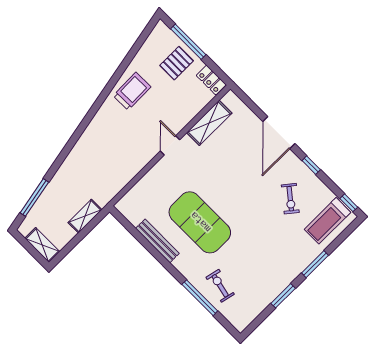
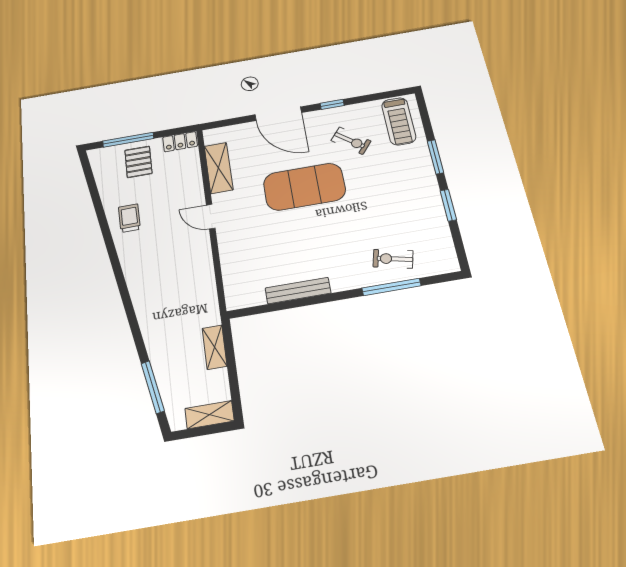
trolley: (132, 91) -> (129, 218), width x0.73, depth x0.72
window: (349, 203) -> (395, 93), removed
exercise mat: (200, 222) -> (304, 187), moved

